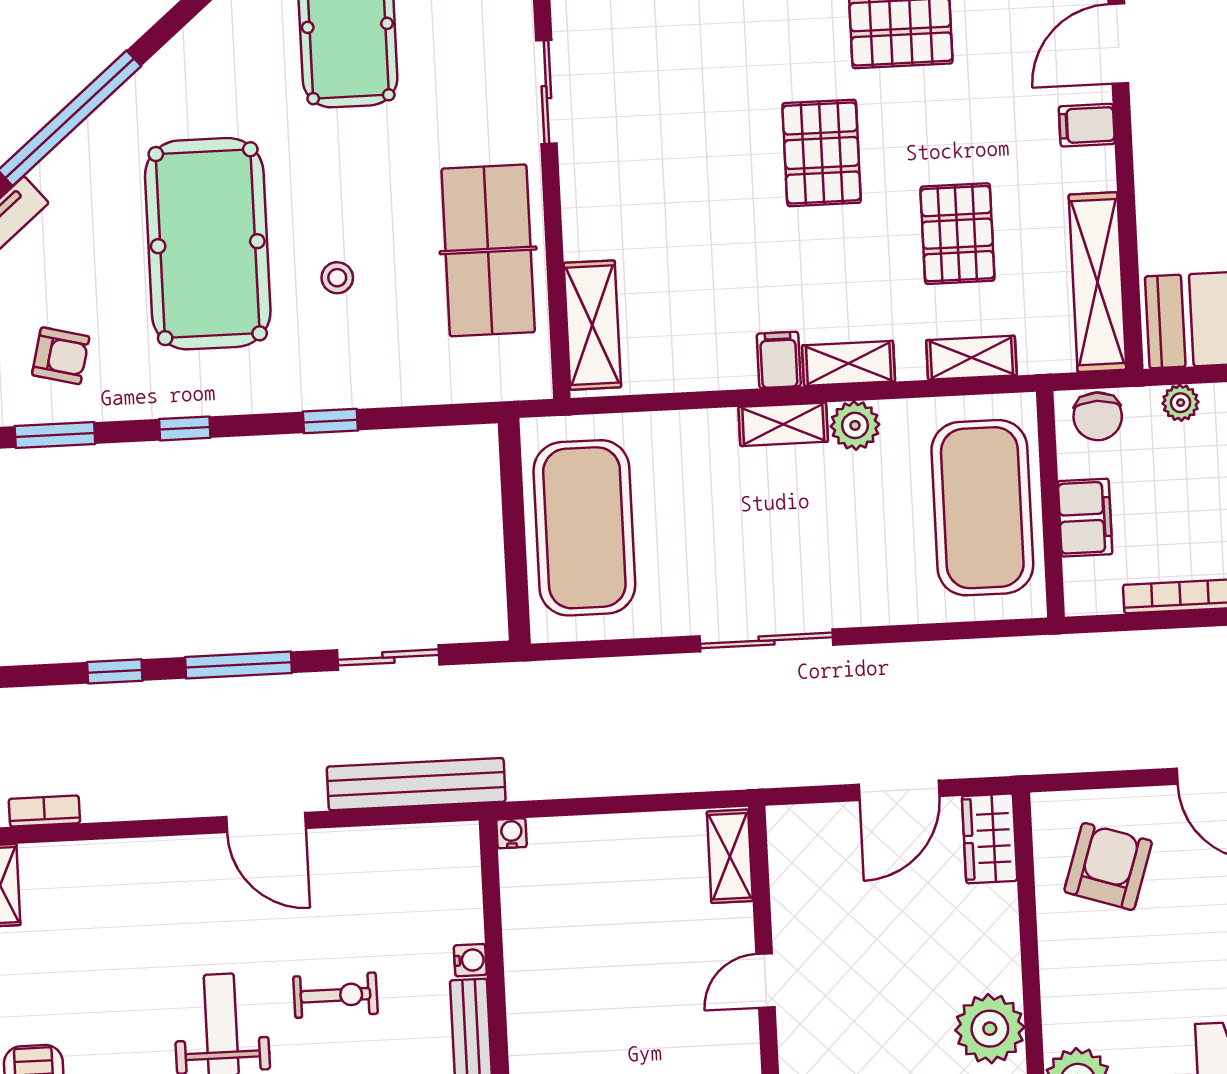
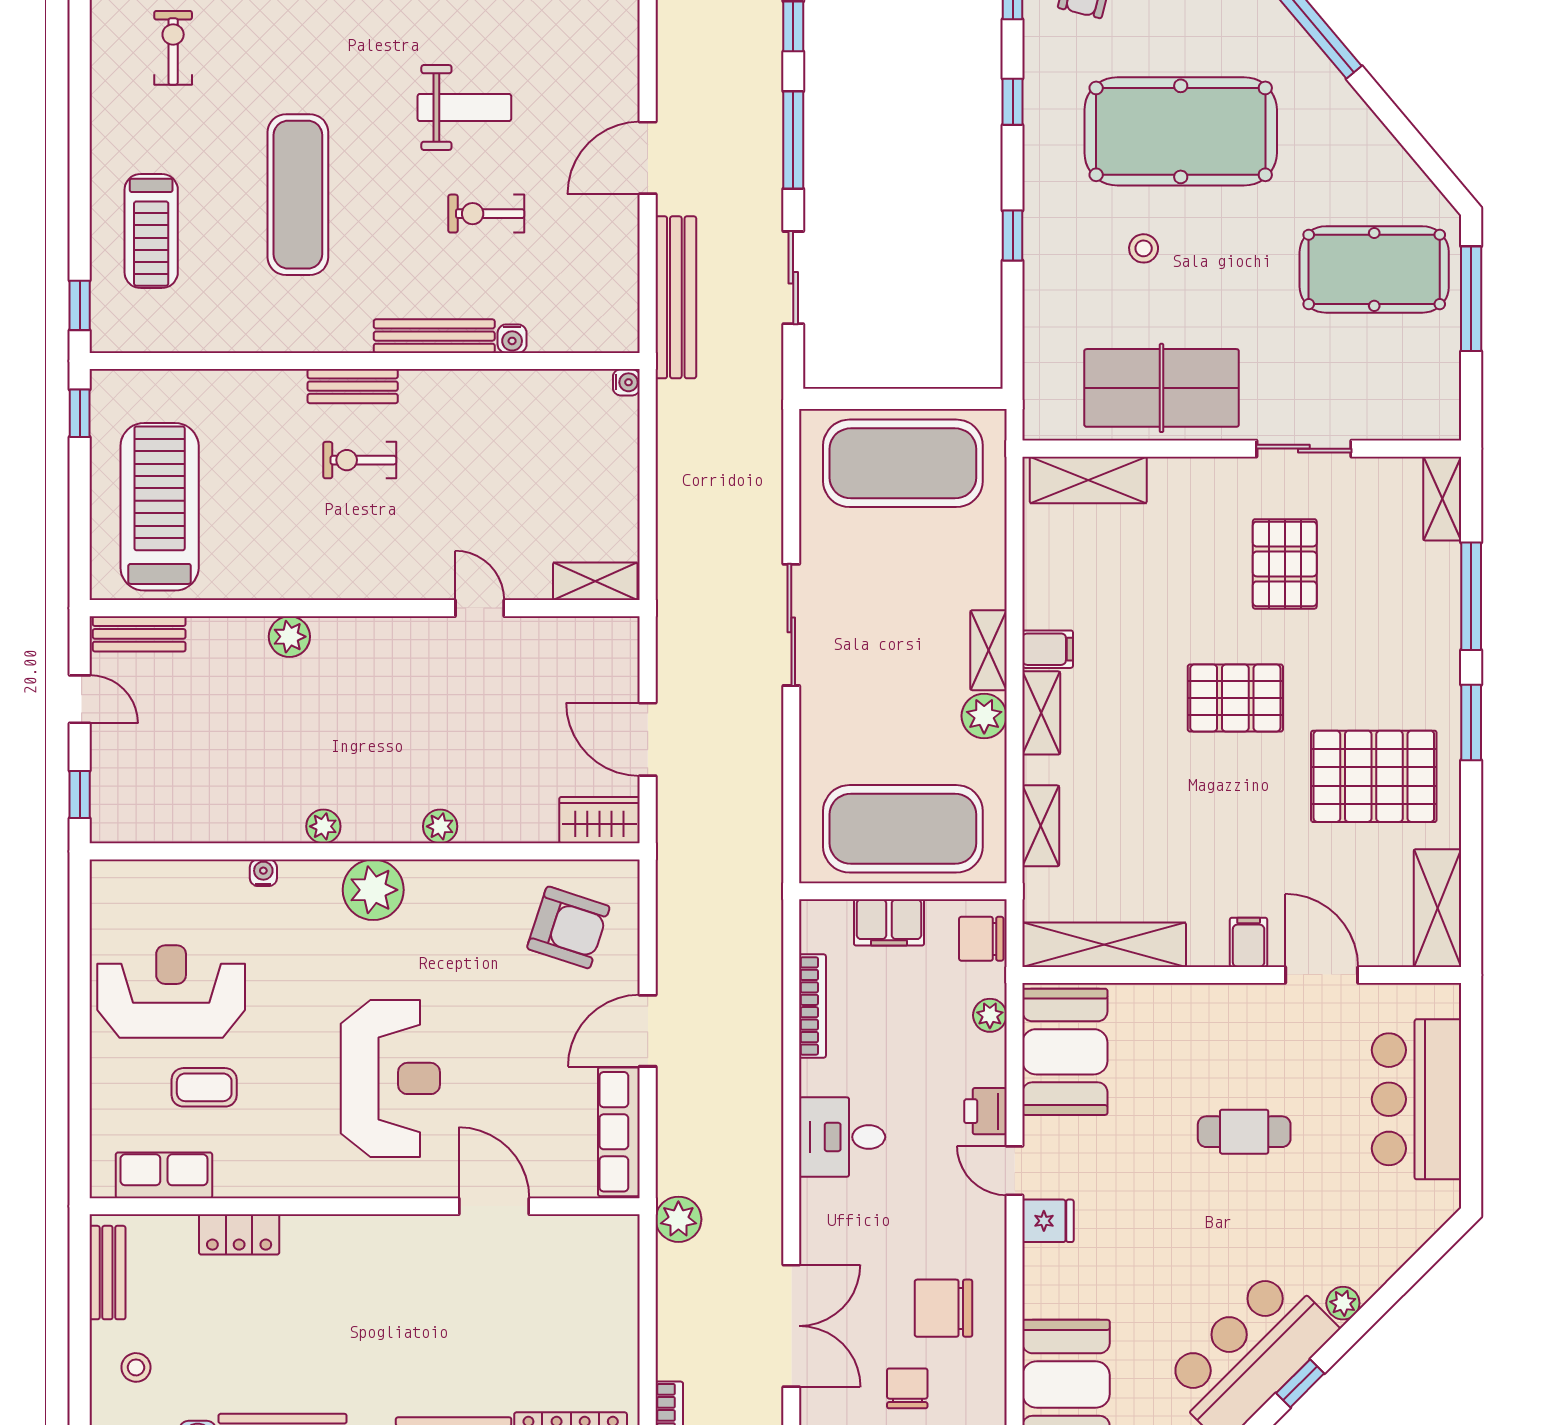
pallet: (957, 234) -> (1285, 564), moved, turned 90
exercise bike: (336, 995) -> (486, 214), turned 90
plant: (990, 1029) -> (440, 826), width x0.53, depth x0.53

